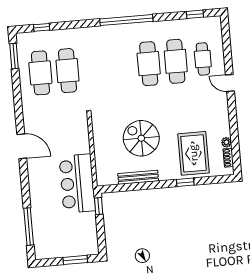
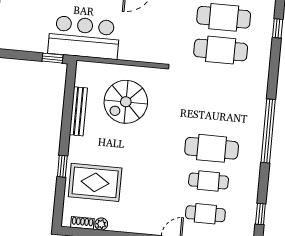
cafe table: (176, 61) -> (208, 181), width x0.73, depth x0.74
spiral stairs: (141, 138) -> (126, 102), moved, turned 180

